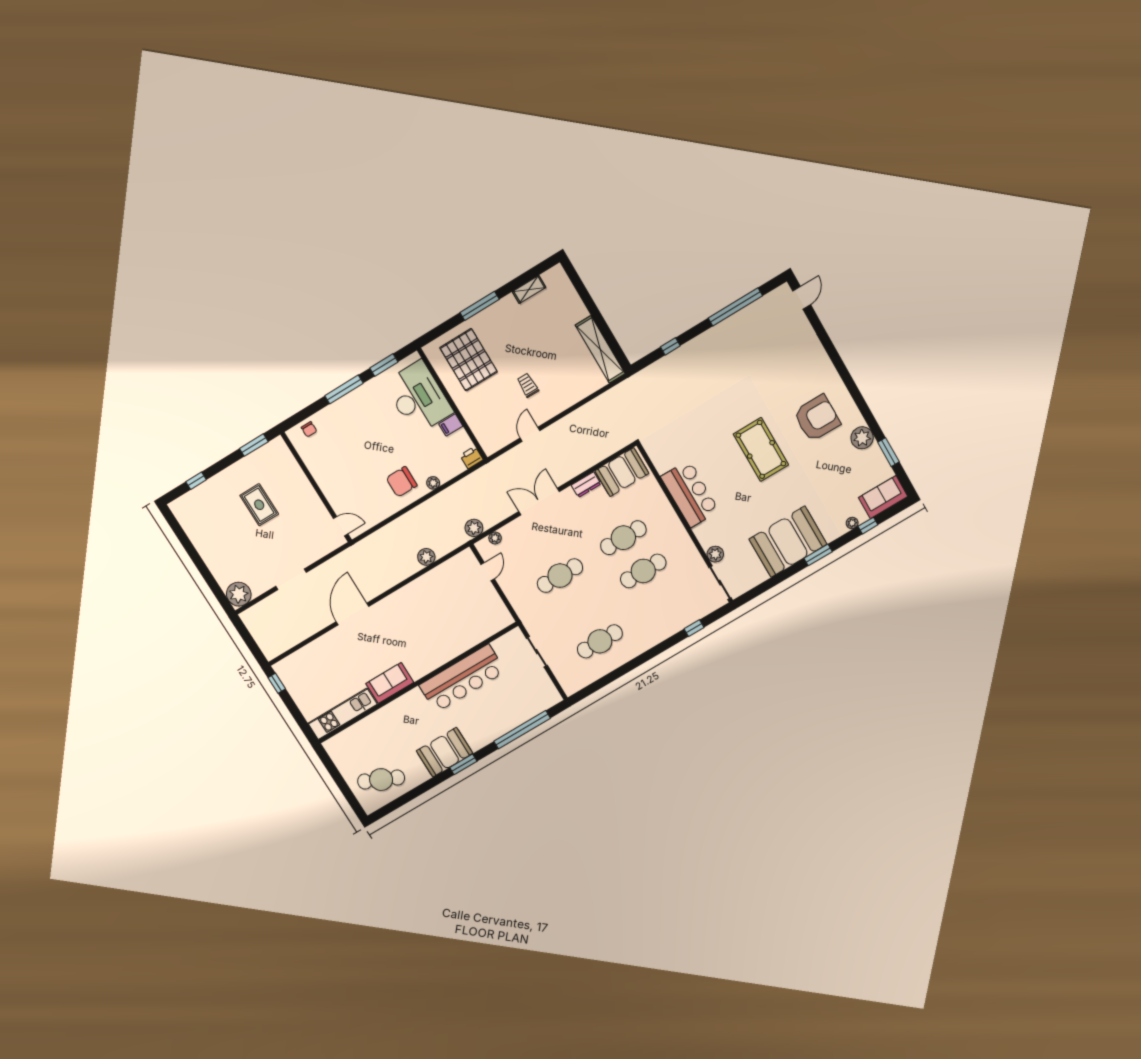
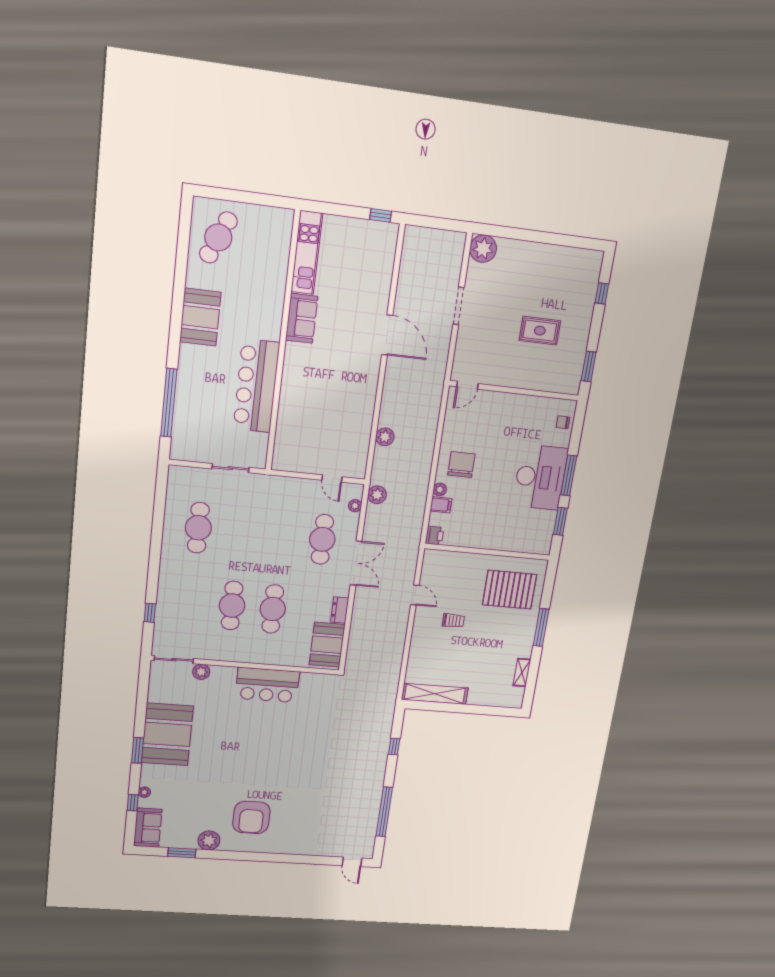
desk: (418, 398) -> (540, 477), moved, turned -90
filing cabinet: (451, 425) -> (441, 505), moved, turned 90
pool table: (761, 449) -> (260, 761), removed
cafe table: (560, 576) -> (322, 539), moved
window: (463, 764) -> (176, 325), removed

